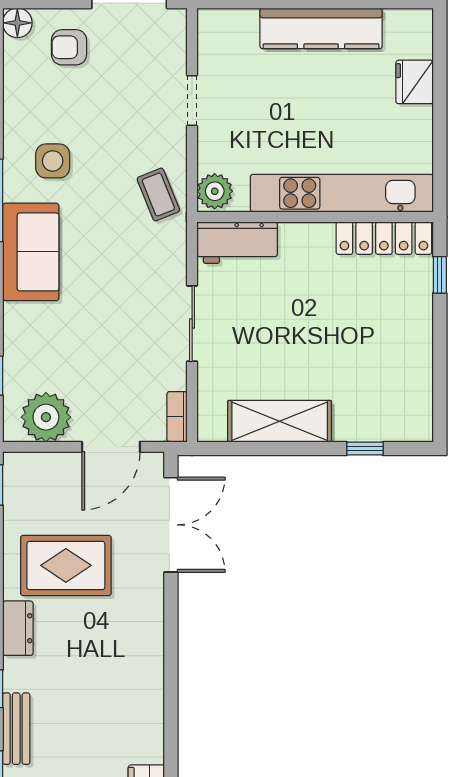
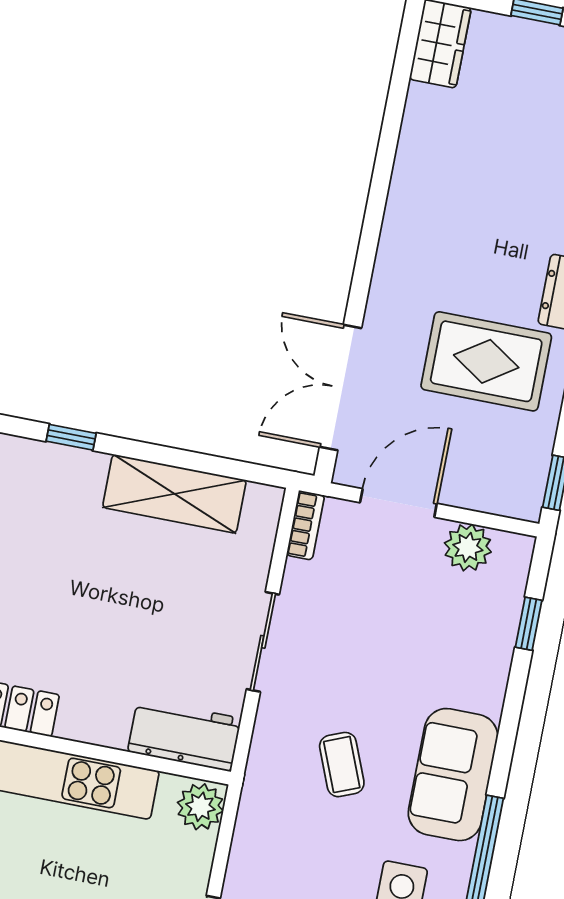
coffee table: (158, 195) -> (342, 765), moved
plant: (46, 417) -> (468, 547), width x0.73, depth x0.73

